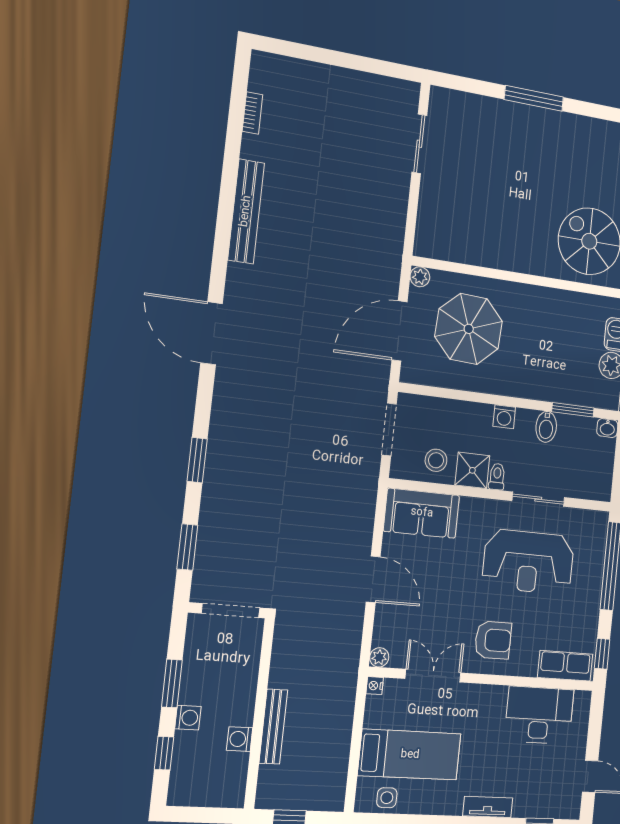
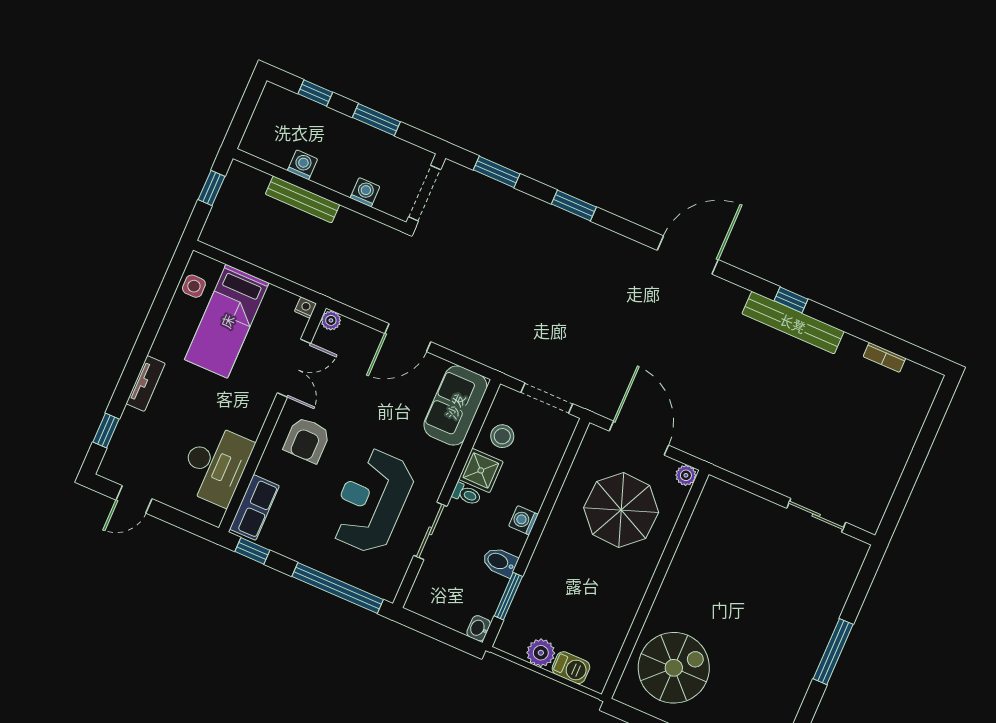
window: (225, 219) -> (791, 300), added
washing machine: (188, 718) -> (365, 192), moved, turned 180

